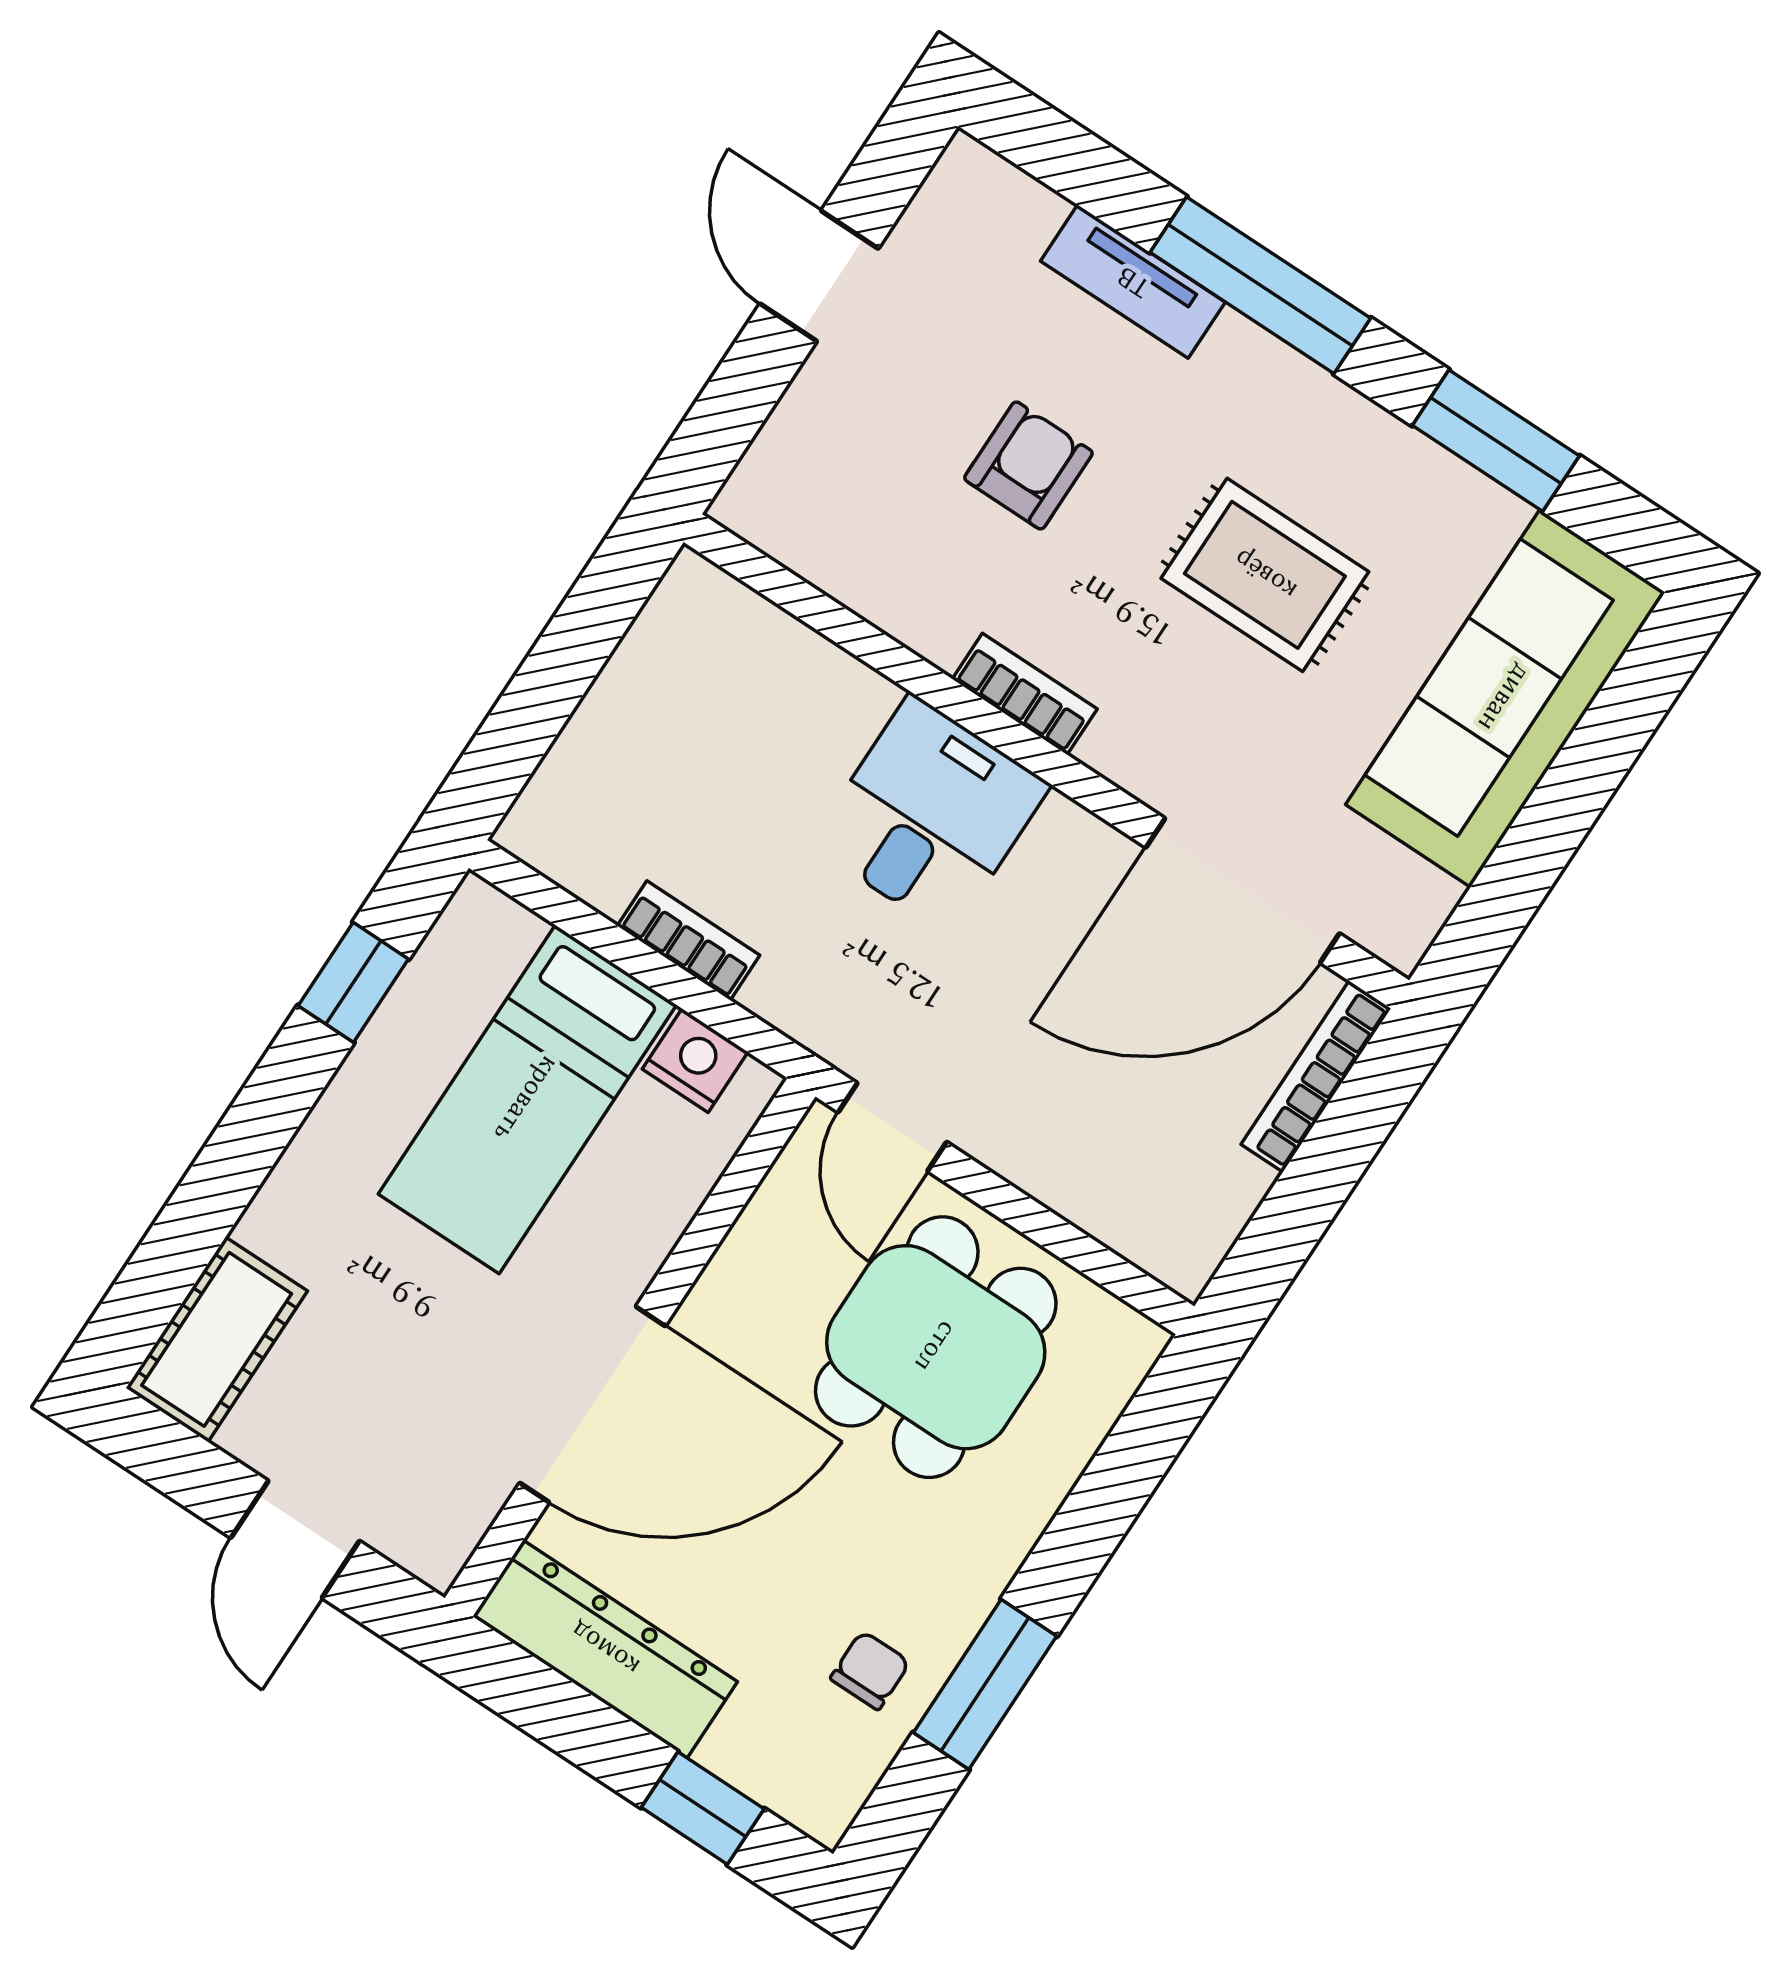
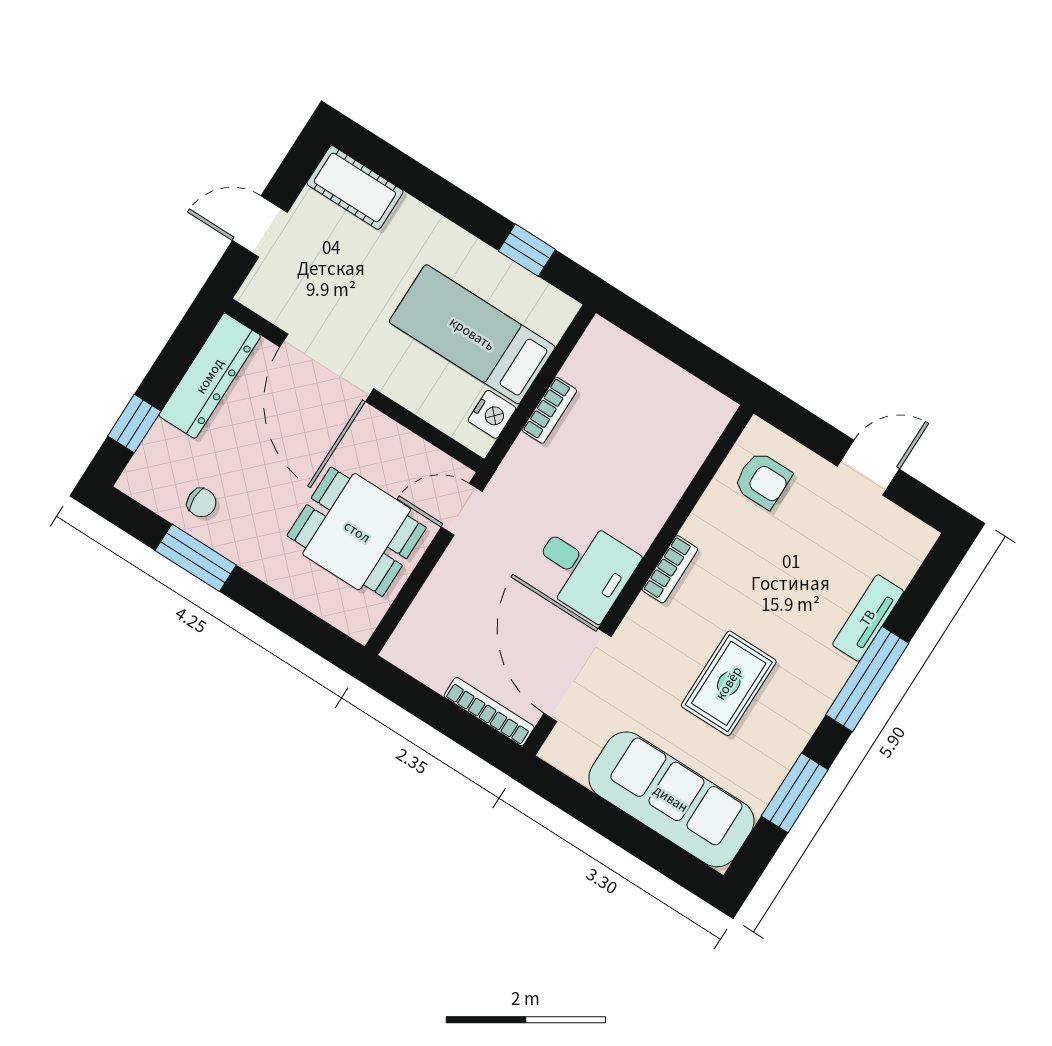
armchair: (1028, 466) -> (763, 480), moved
desk: (930, 815) -> (584, 568), moved

